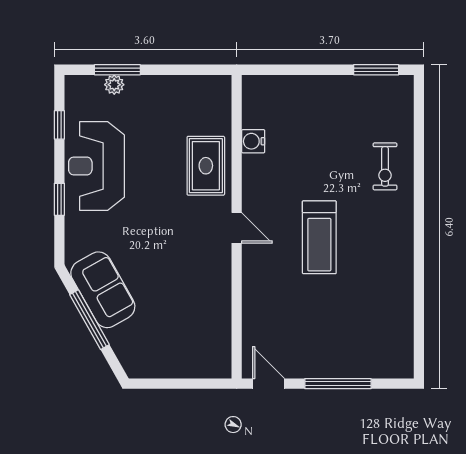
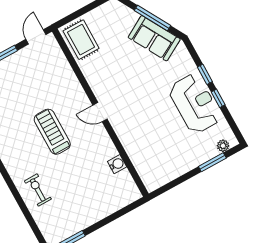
plant: (114, 85) -> (223, 146), moved
window: (59, 125) -> (218, 98), moved
rug: (206, 166) -> (81, 40), moved
door: (269, 384) -> (36, 37), swing flipped

